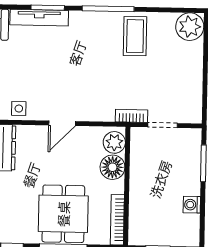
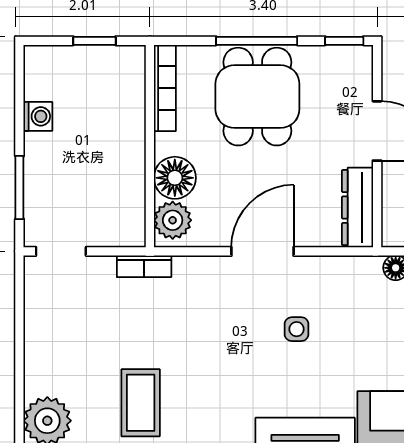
side table: (19, 109) -> (297, 329), moved
door: (62, 123) -> (263, 251), width x1.38
doorway: (163, 125) -> (61, 251), moved

